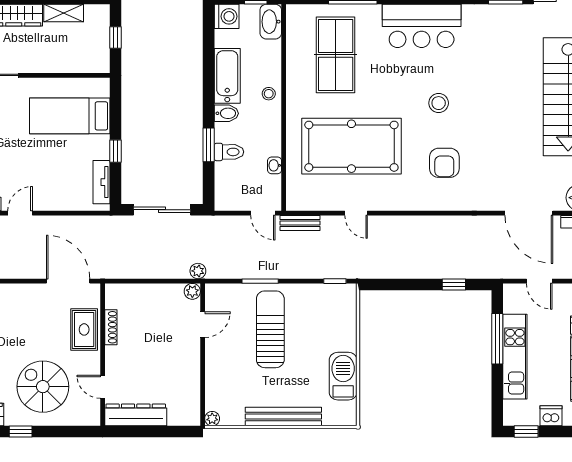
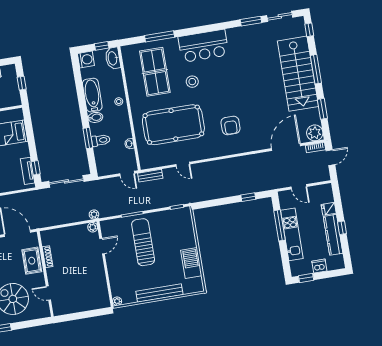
stool: (439, 103) -> (192, 82), moved
window: (115, 151) -> (36, 168), moved
door: (529, 213) -> (286, 147), swing flipped
dresser: (136, 415) -> (71, 307), removed

